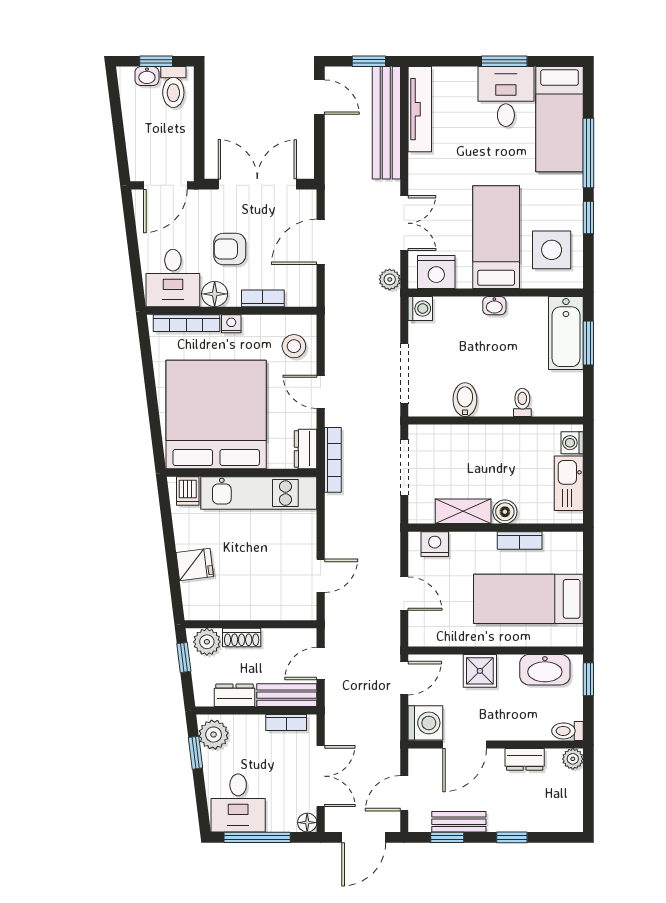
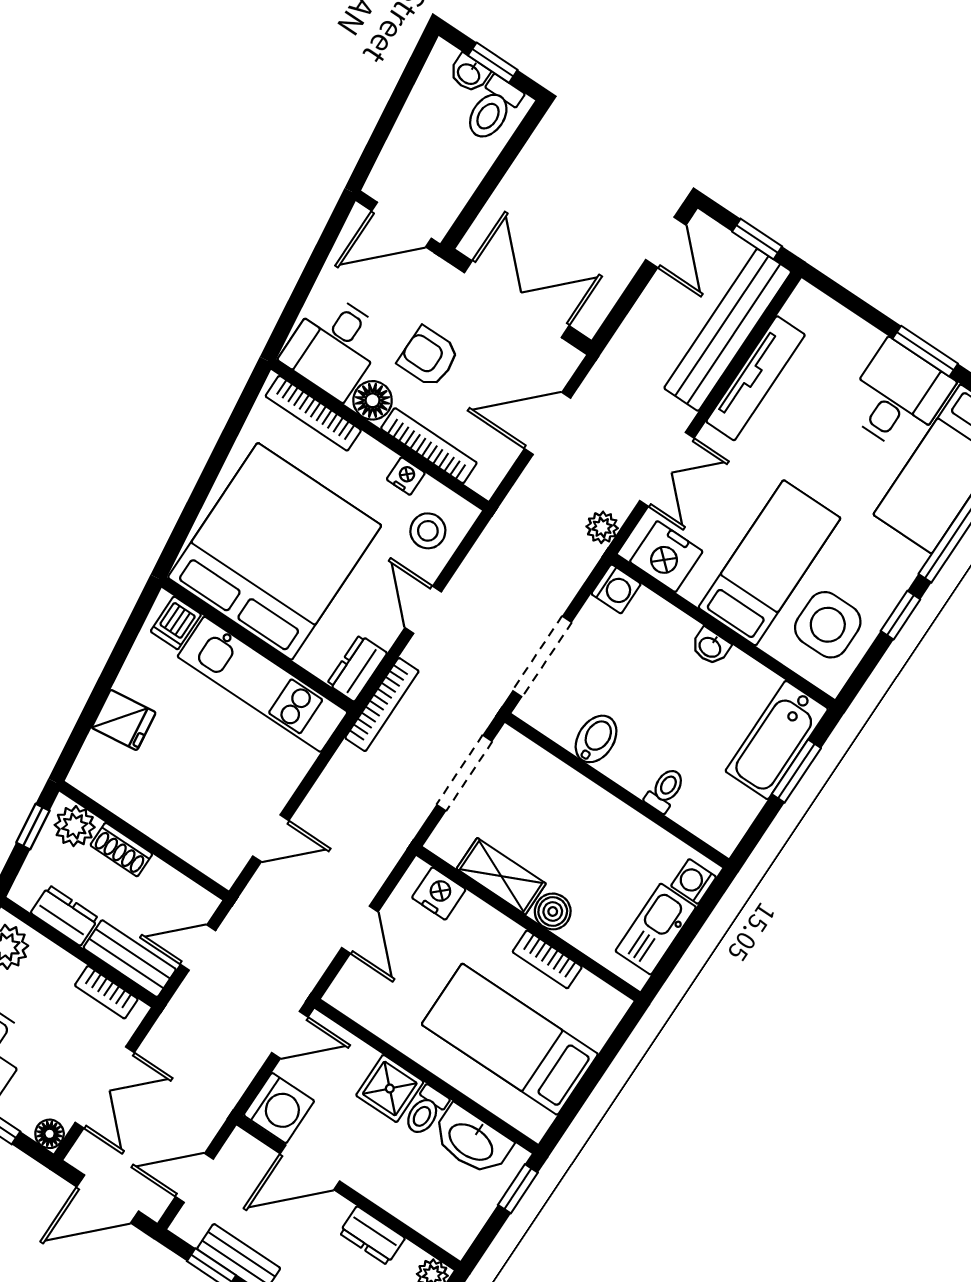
tv unit: (420, 109) -> (756, 378), moved
bookcase: (263, 298) -> (429, 446), width x1.56
nightstand: (231, 324) -> (406, 476), moved
toilet: (568, 731) -> (426, 1111), moved, turned -90

